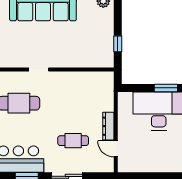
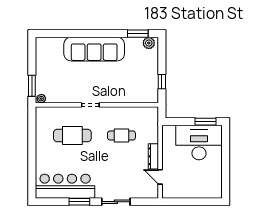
cafe table: (73, 141) -> (121, 135), moved

